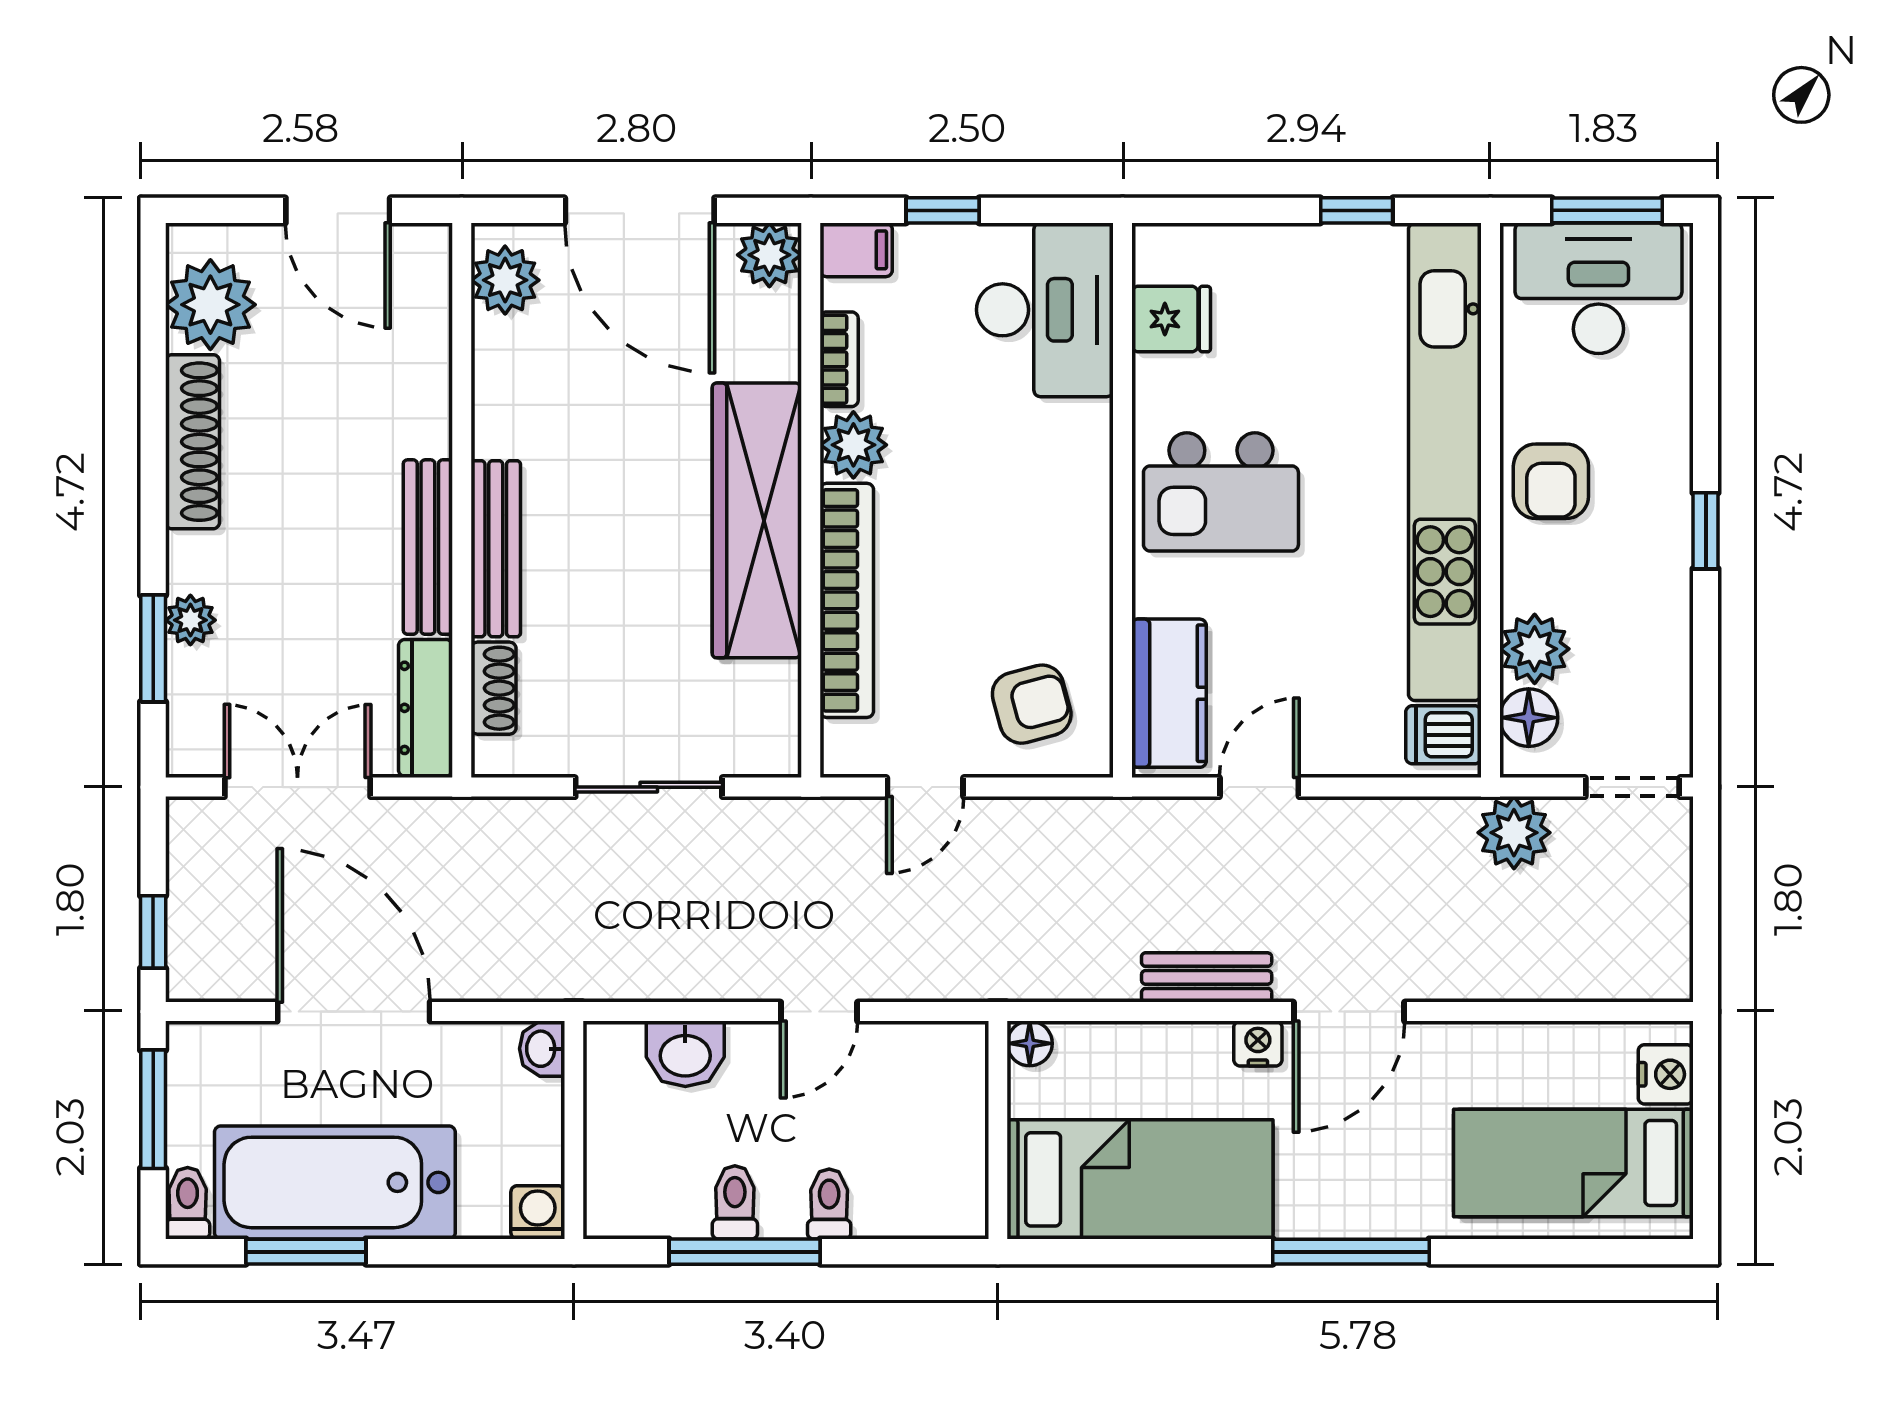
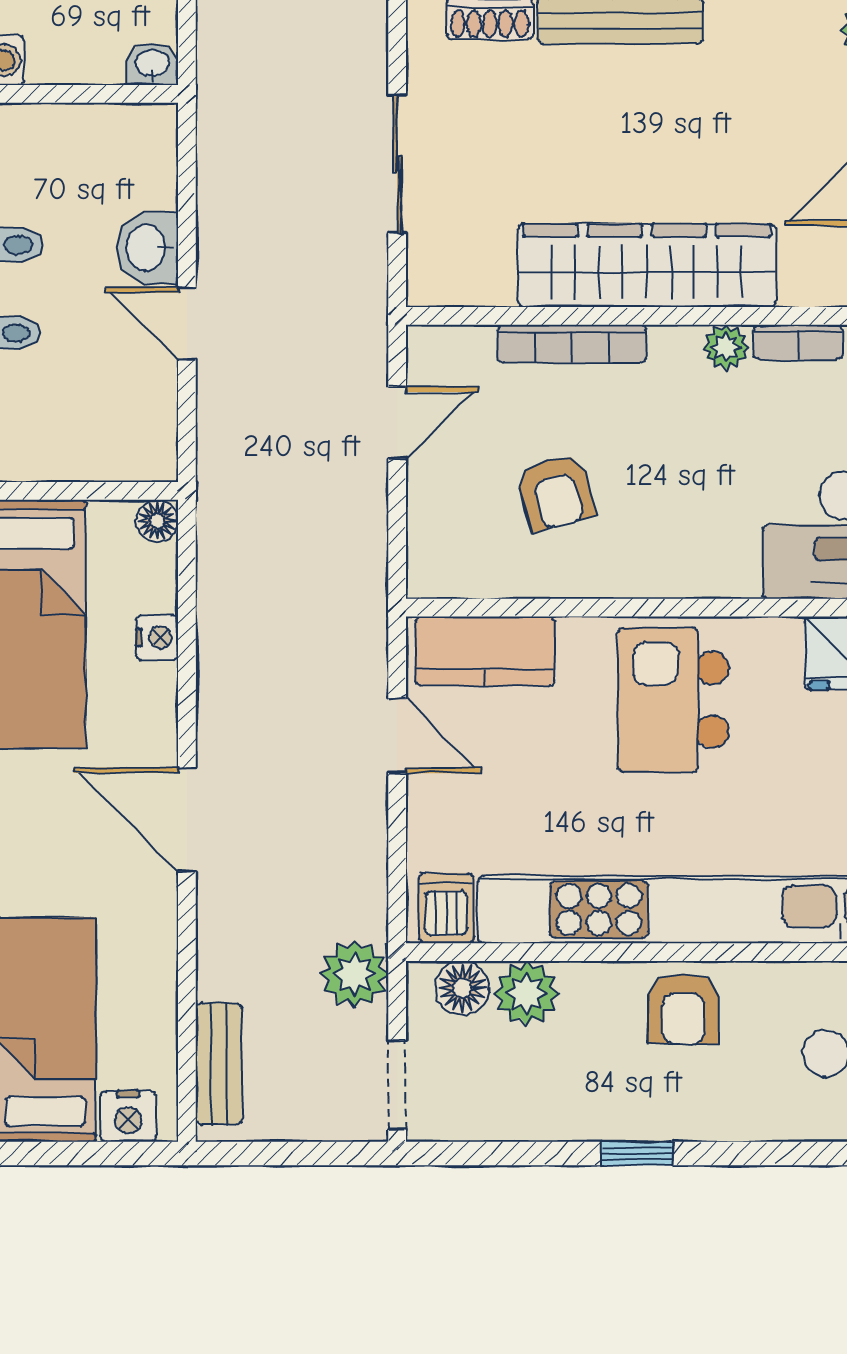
plant: (853, 445) -> (726, 347), width x0.73, depth x0.73
armchair: (1551, 481) -> (683, 1009), turned -90
bookcase: (847, 600) -> (572, 344), width x0.68, depth x0.76
armchair: (1032, 704) -> (556, 492), moved
door: (925, 787) -> (397, 423), swing flipped
bench: (1207, 977) -> (219, 1064), moved
nightstand: (1258, 1044) -> (157, 637), moved
washbasin: (685, 1054) -> (147, 248), moved

